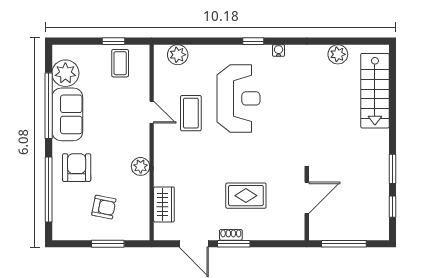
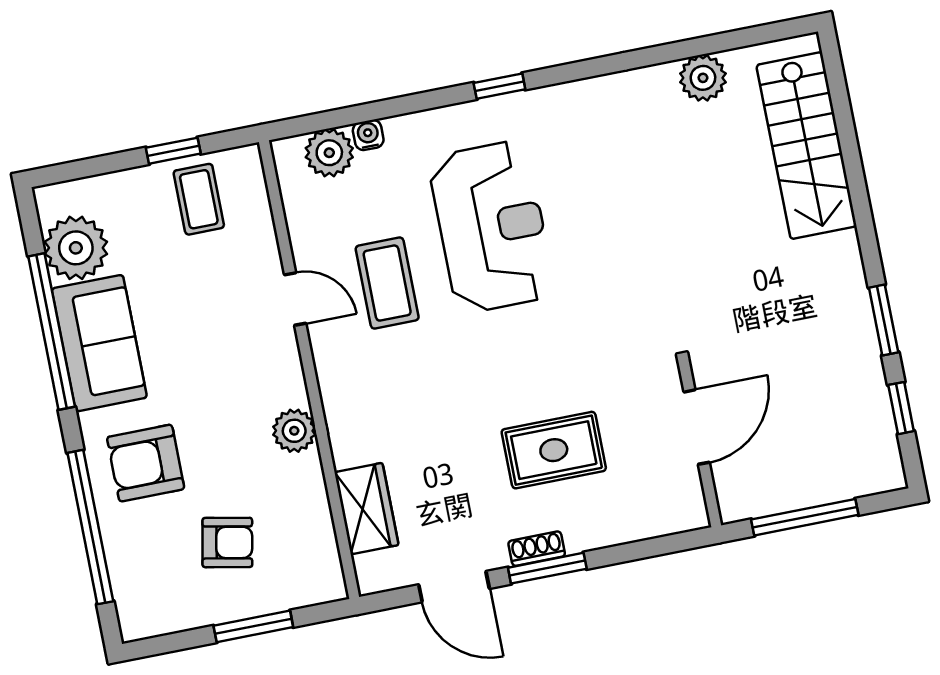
water cooler: (279, 51) -> (368, 135), moved
armchair: (77, 168) -> (146, 463), turned -90

